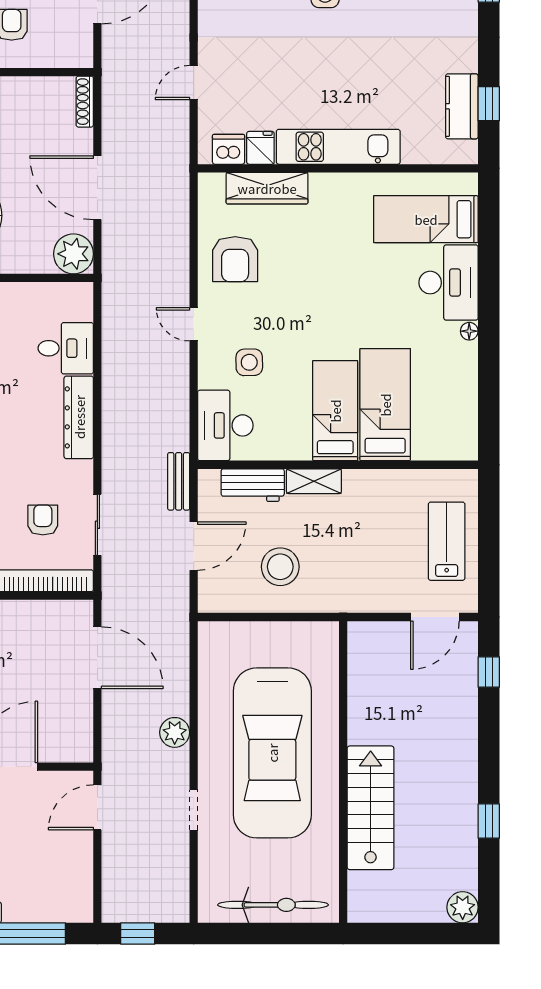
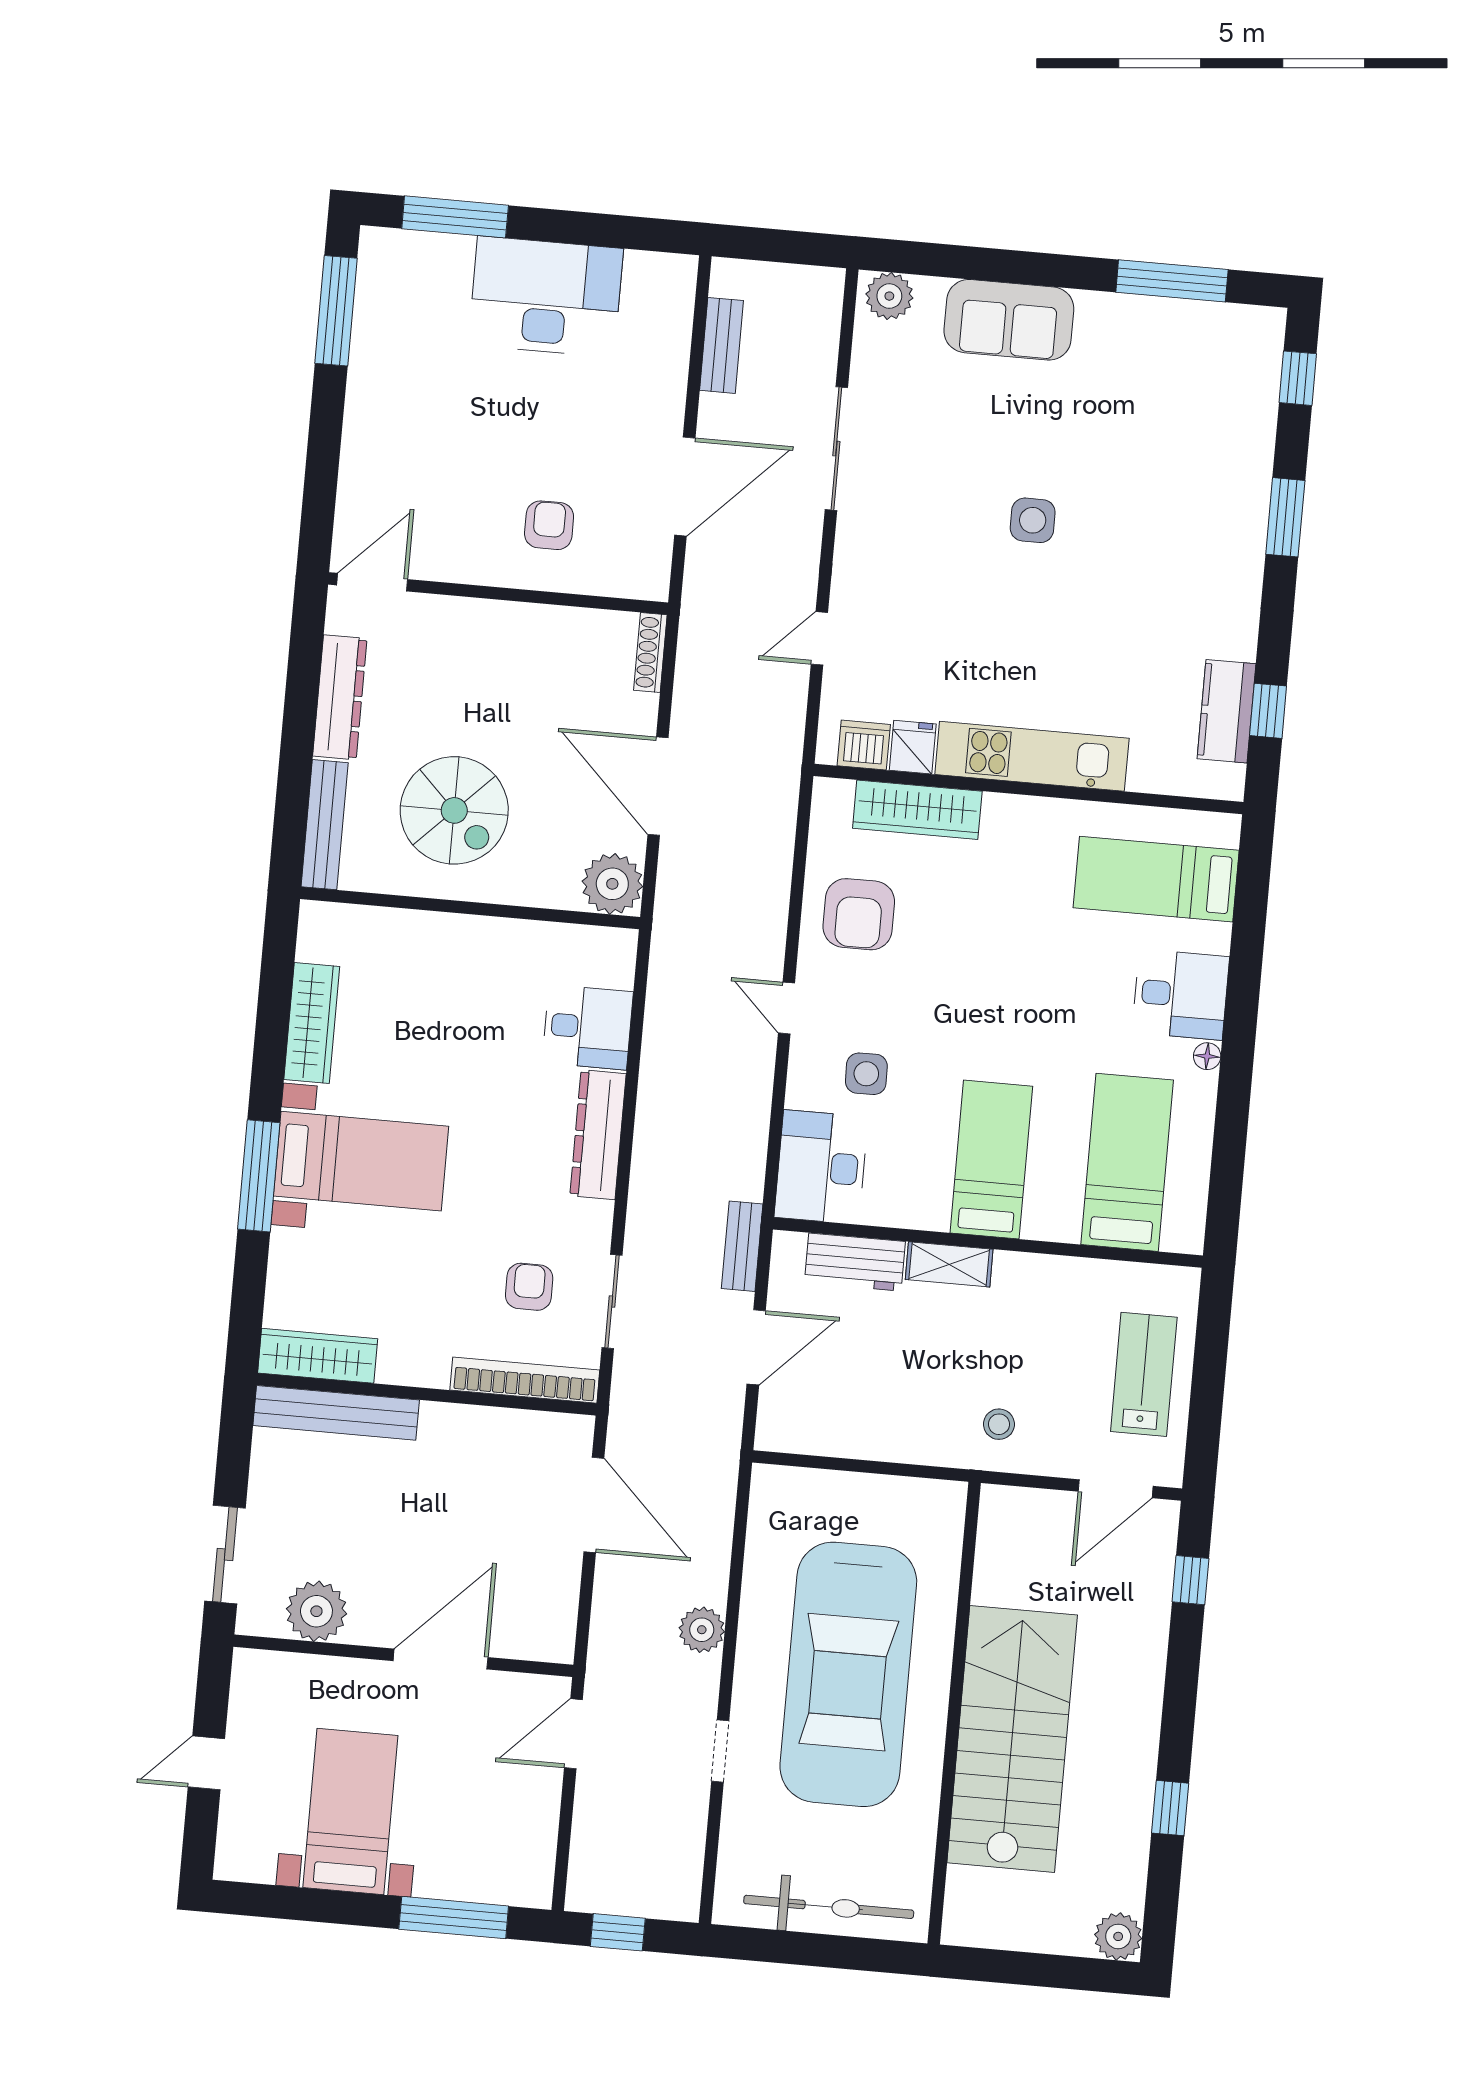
desk: (448, 283) -> (1181, 995), width x0.73
bed: (385, 405) -> (1127, 1162), moved
stool: (280, 567) -> (999, 1424), moved, width x0.53, depth x0.53
stairs: (371, 808) -> (1012, 1739), width x1.36, depth x1.51

